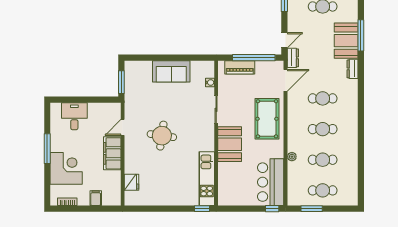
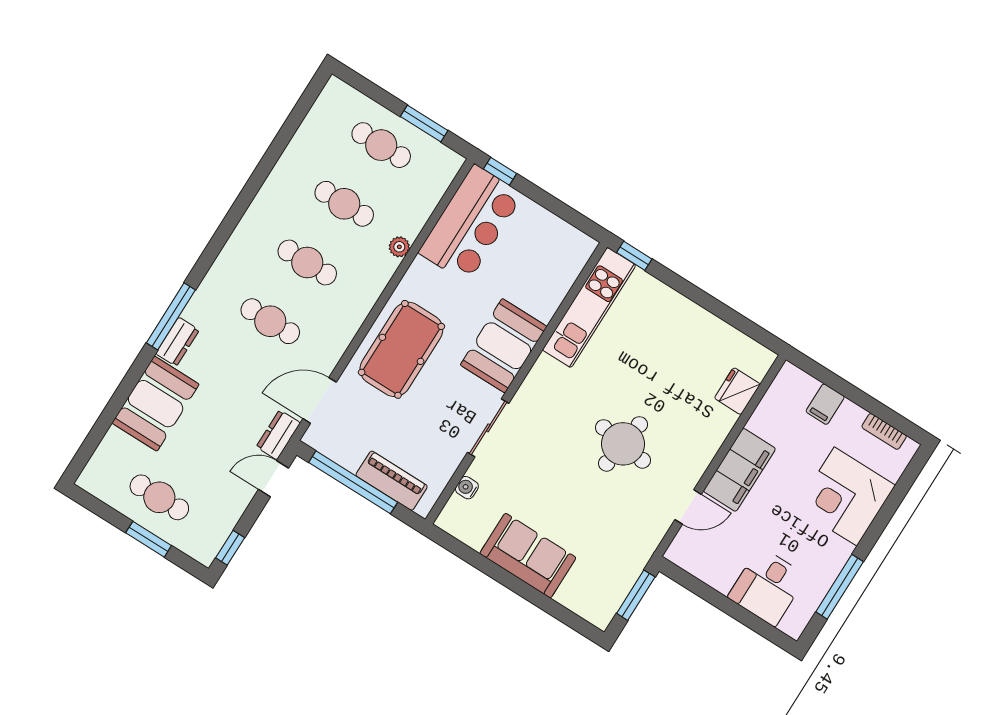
window: (361, 35) -> (171, 316), moved
window: (47, 149) -> (840, 587), moved

